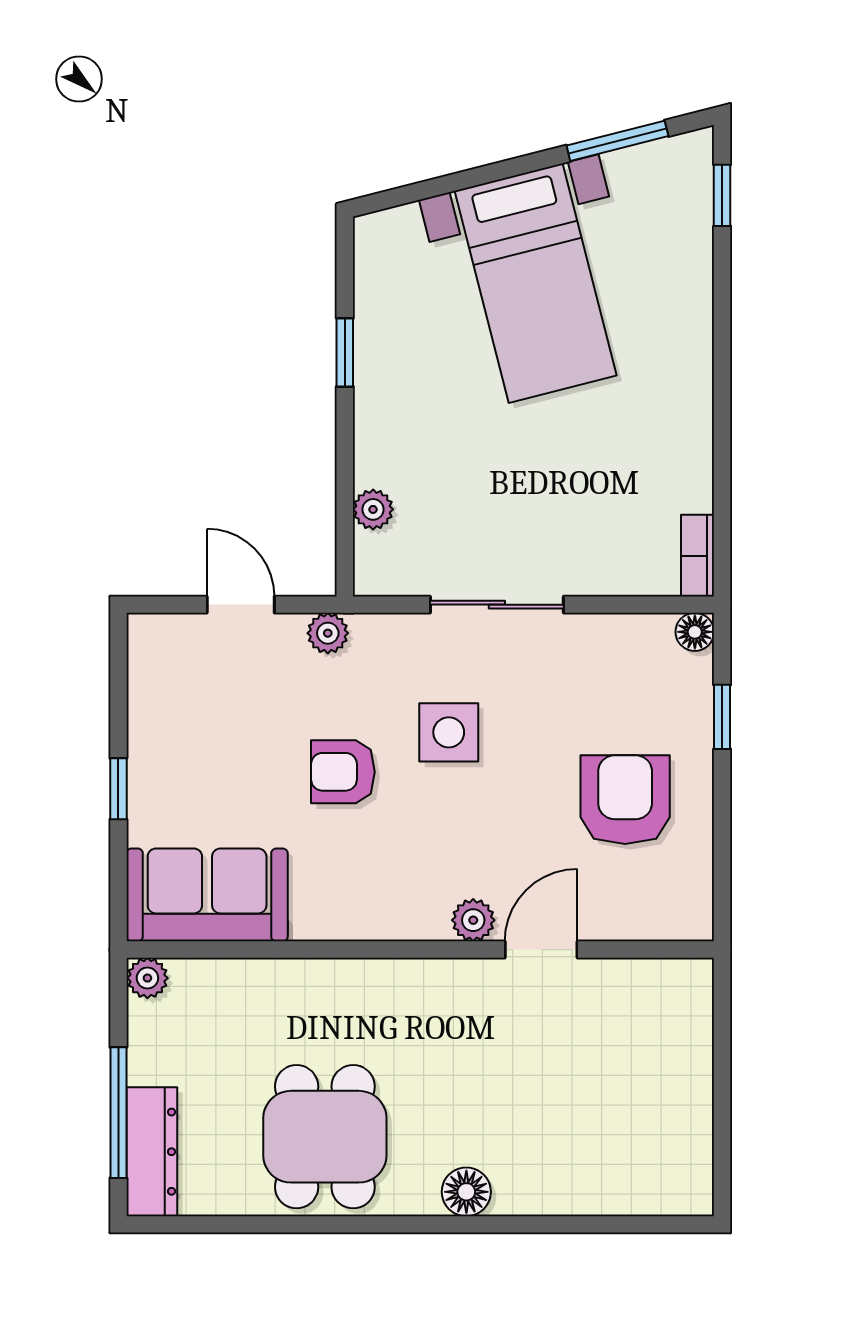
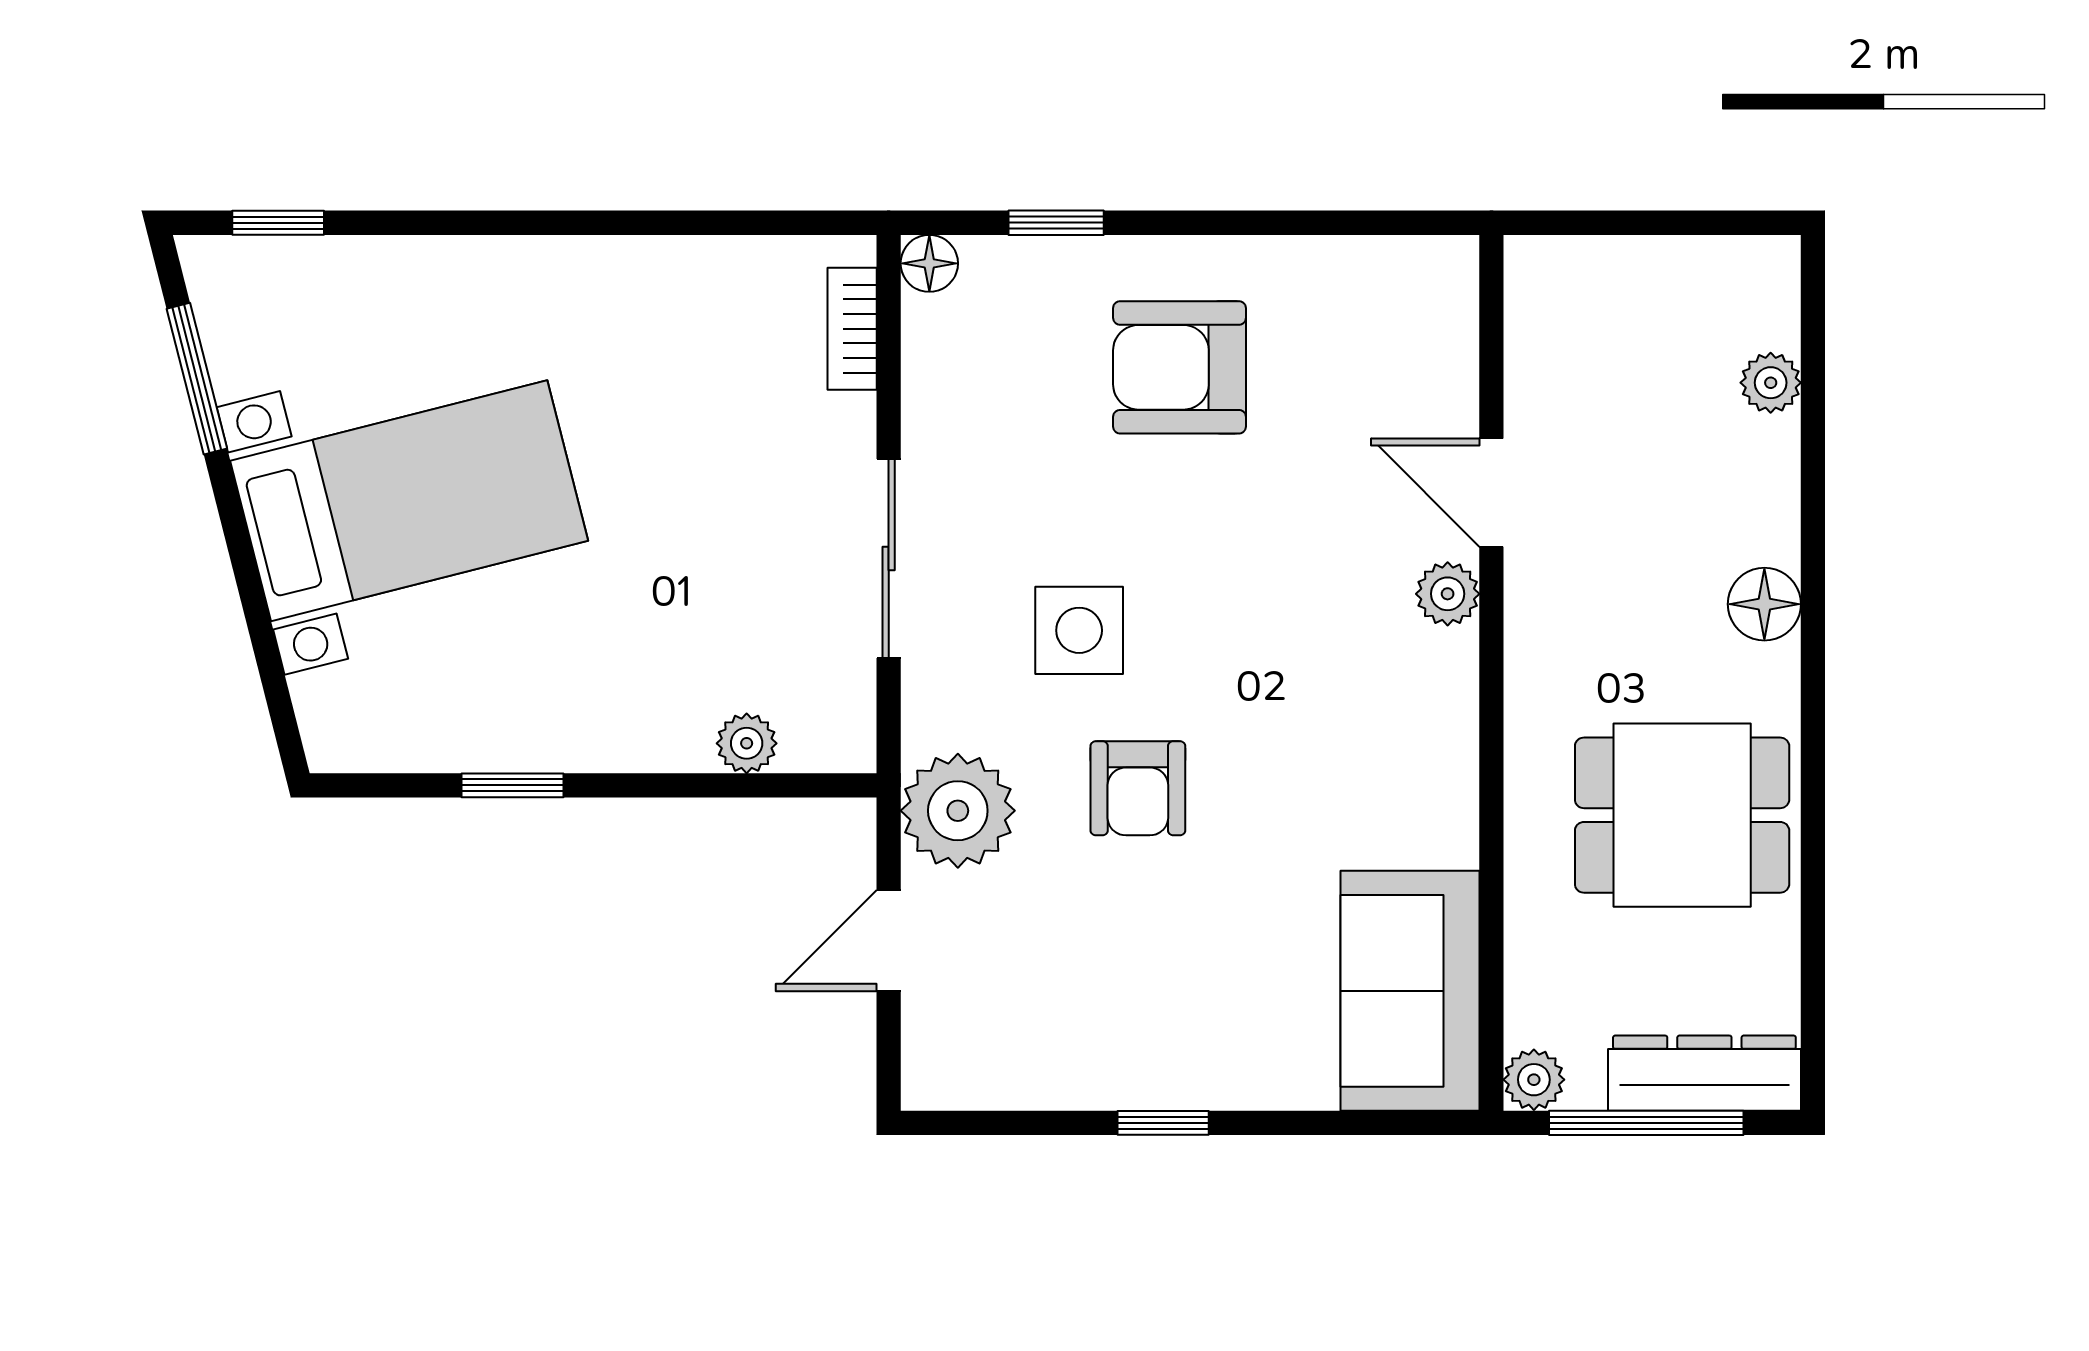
bookcase: (698, 556) -> (852, 329), moved, turned 90
plant: (328, 633) -> (958, 811), width x1.88, depth x1.88
sofa: (207, 895) -> (1410, 991), moved
plant: (473, 920) -> (1448, 594), moved
wall: (420, 950) -> (1491, 673), moved
door: (541, 950) -> (1491, 493), moved
plant: (147, 978) -> (1534, 1080), moved
plant: (615, 1196) -> (1771, 383), added

